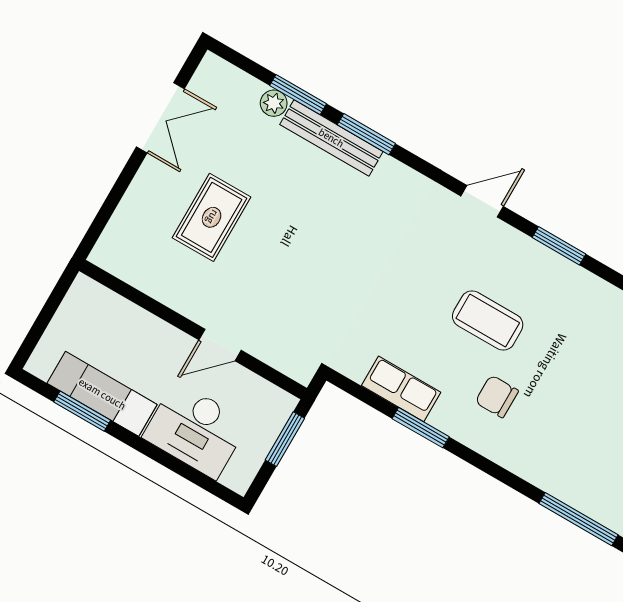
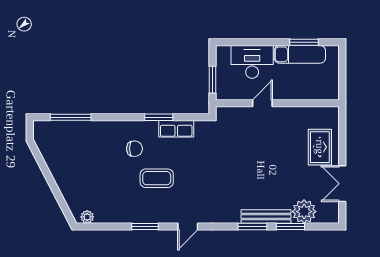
plant: (274, 103) -> (304, 212), width x1.88, depth x1.88
rug: (212, 217) -> (320, 147), moved

